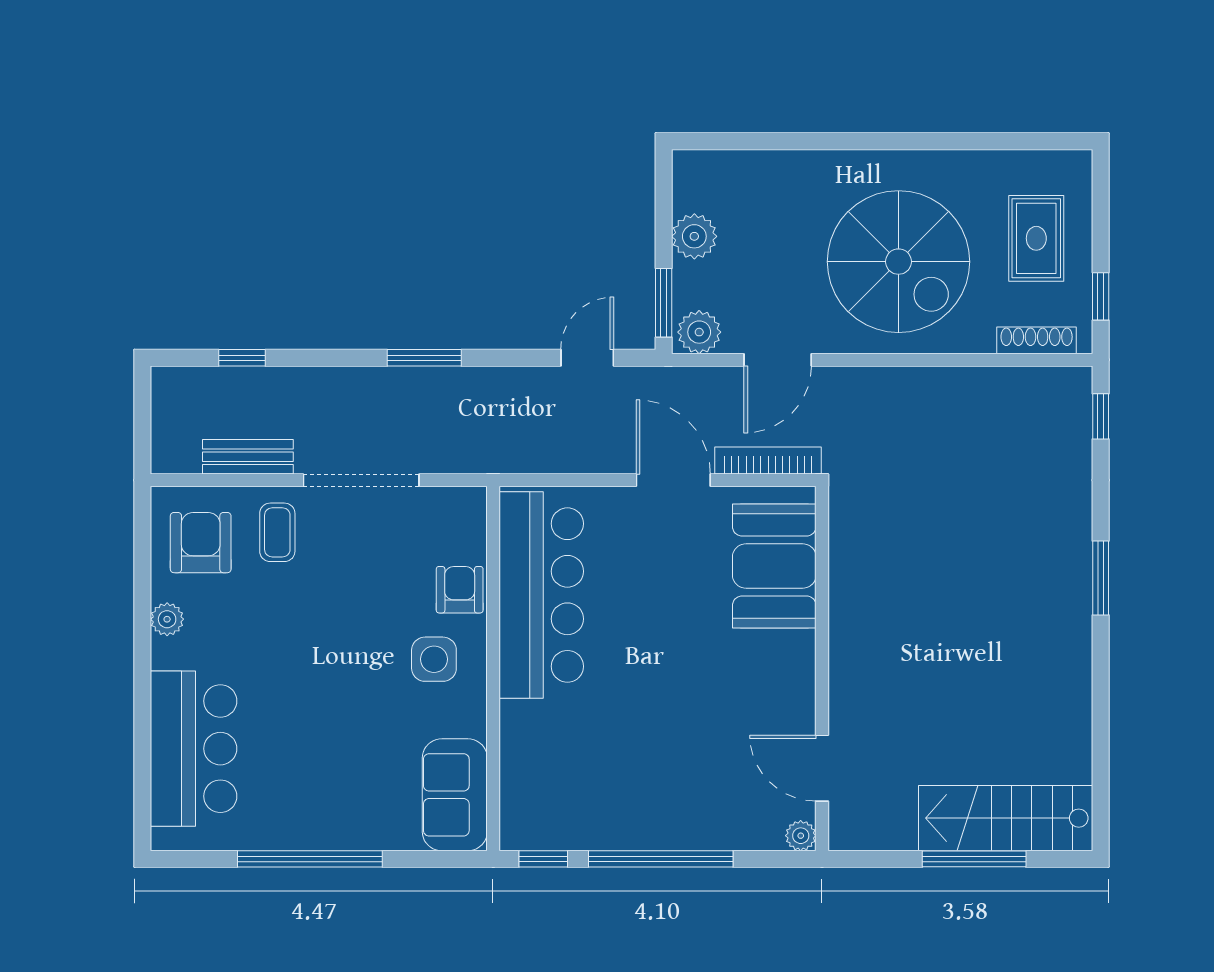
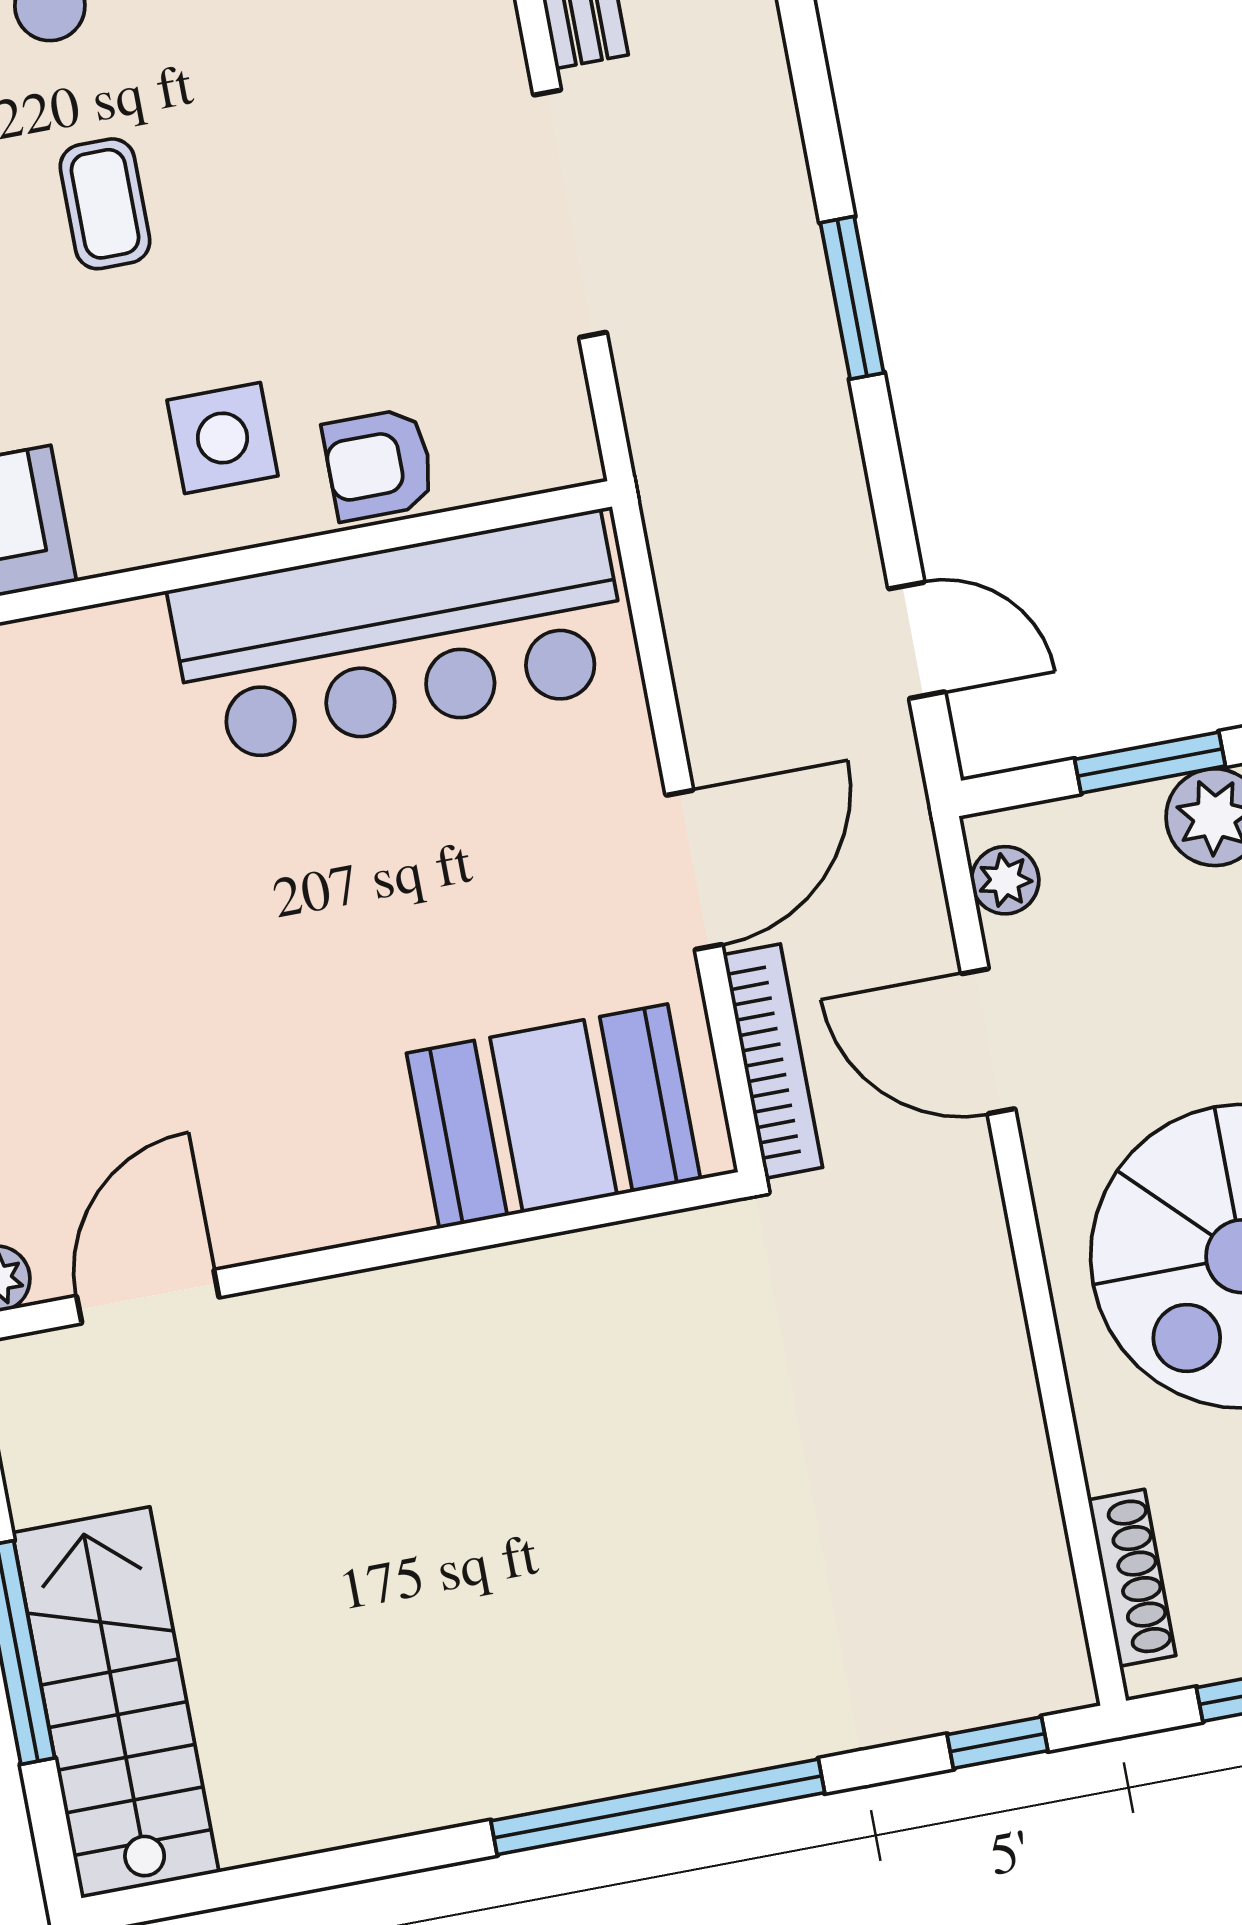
window: (664, 303) -> (1150, 763), moved
plant: (699, 332) -> (1005, 880), width x0.73, depth x0.73
coffee table: (277, 532) -> (105, 204), moved, turned 90
window: (1101, 578) -> (658, 1807), width x2.11
armchair: (460, 590) -> (379, 464), turned 180

